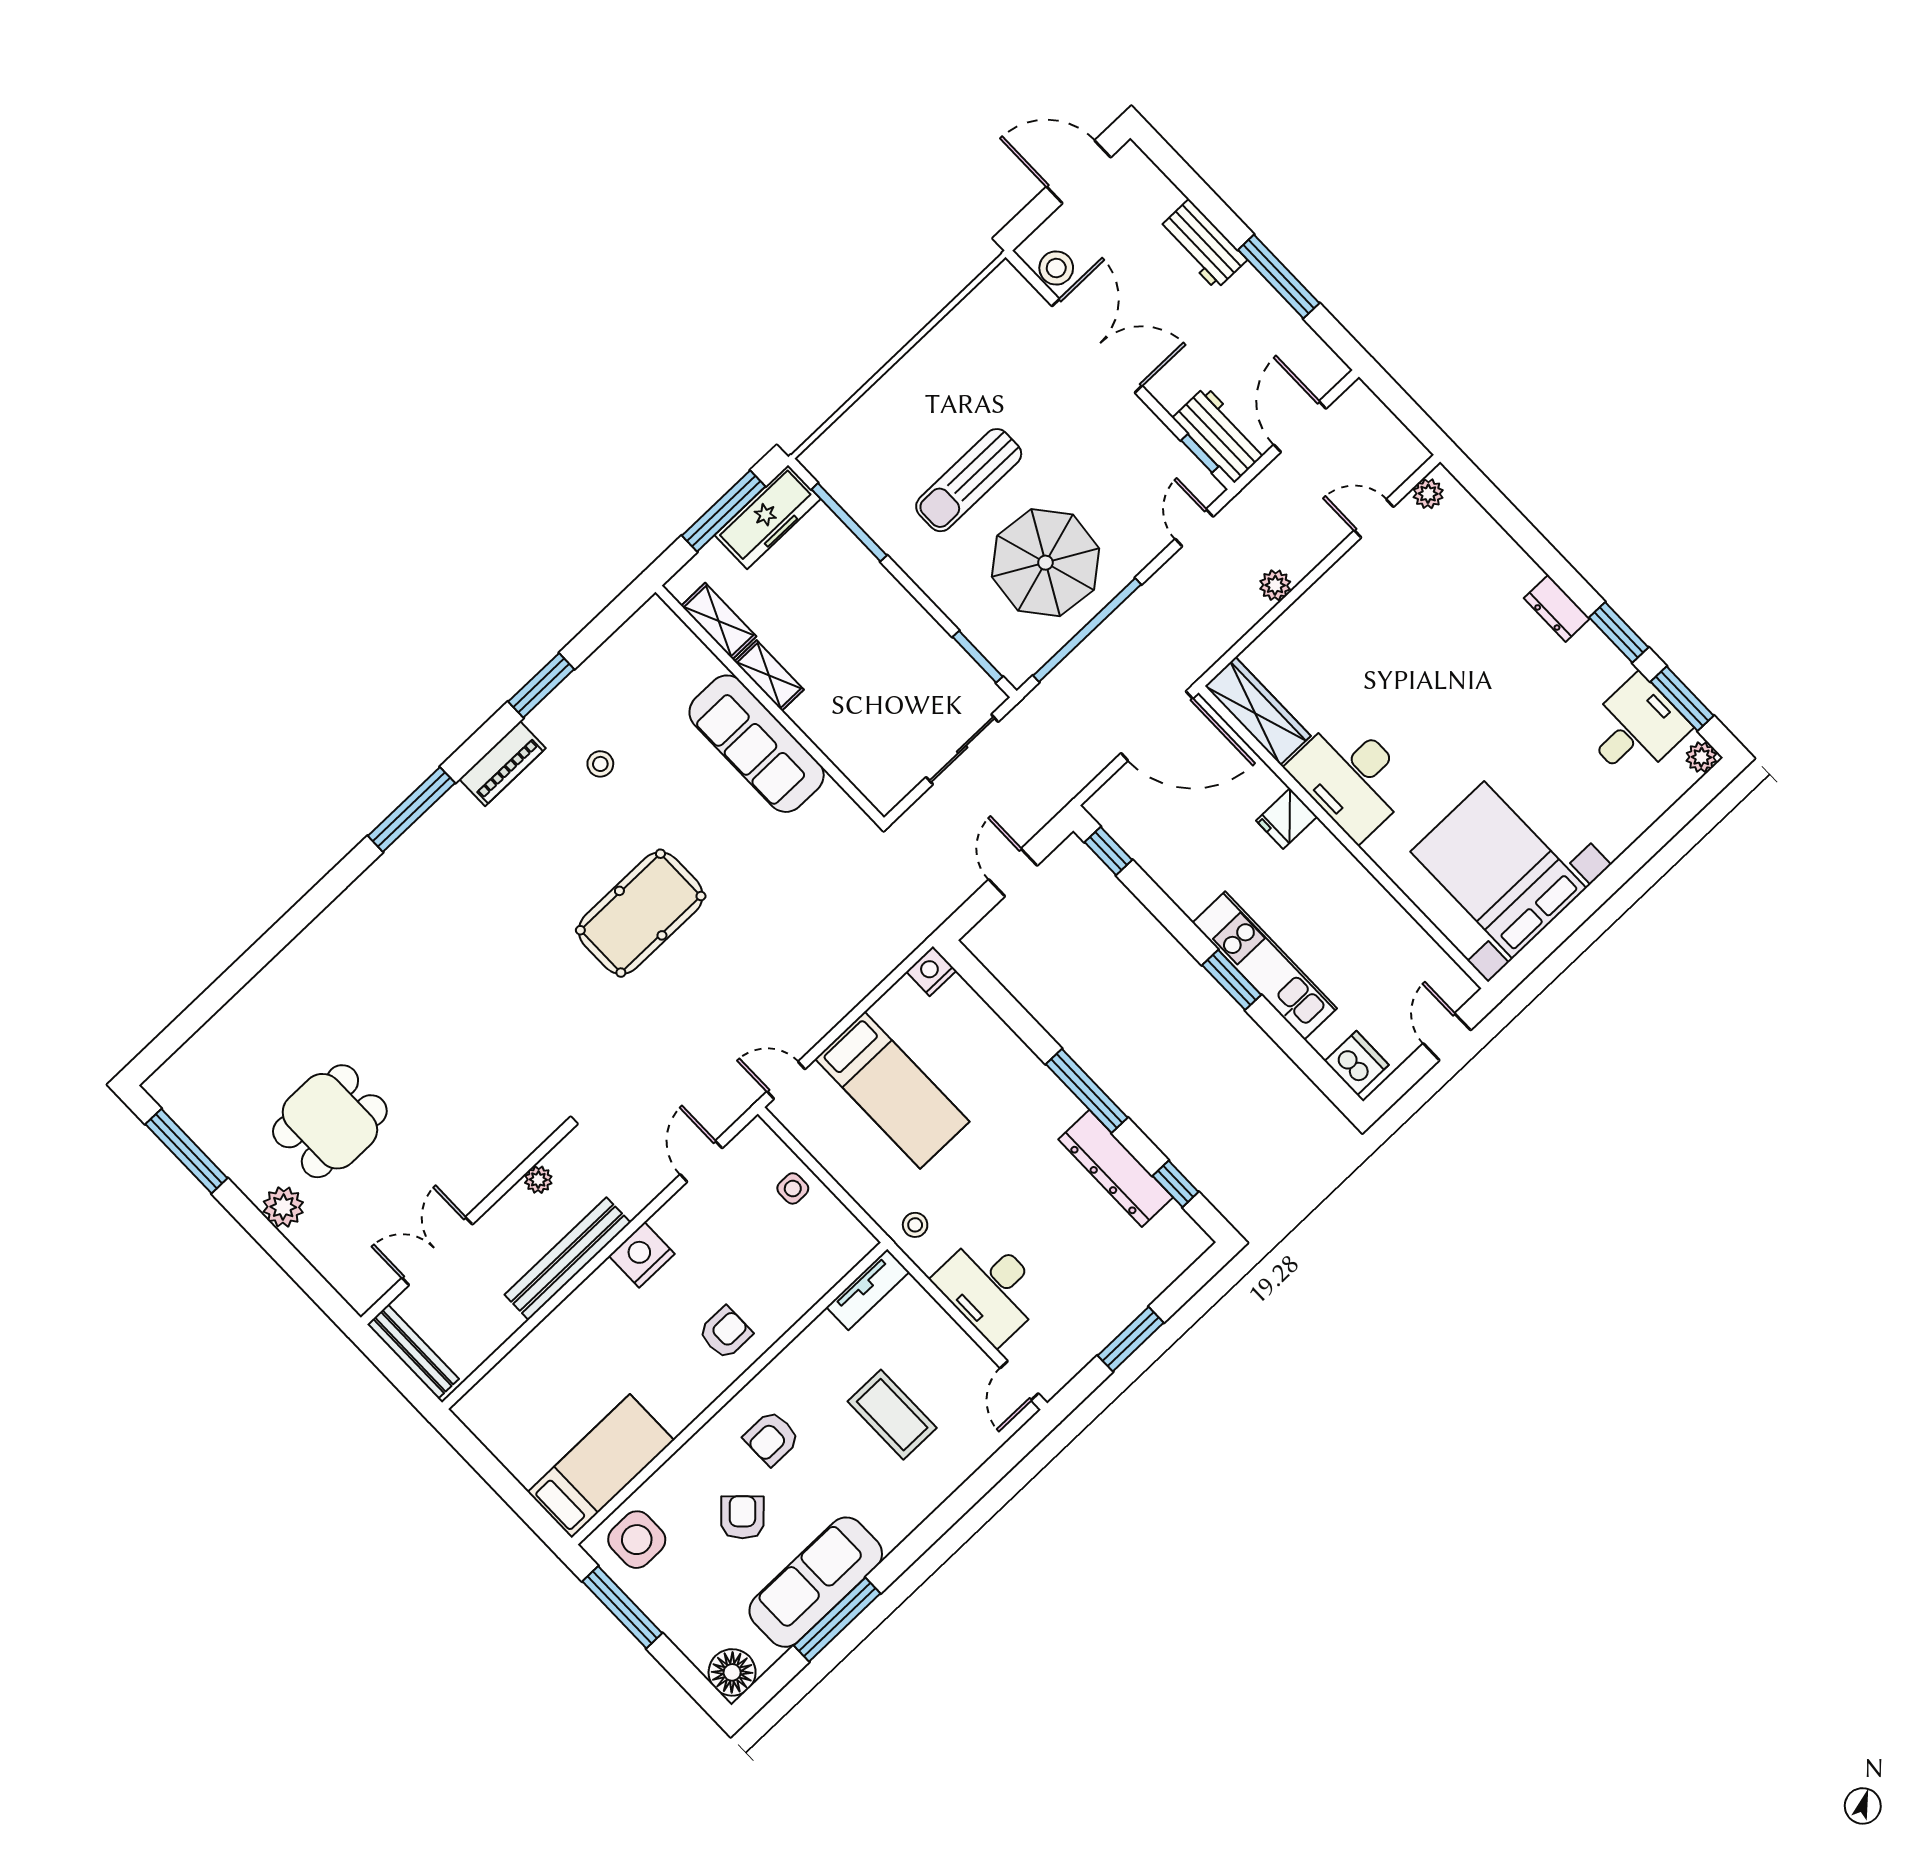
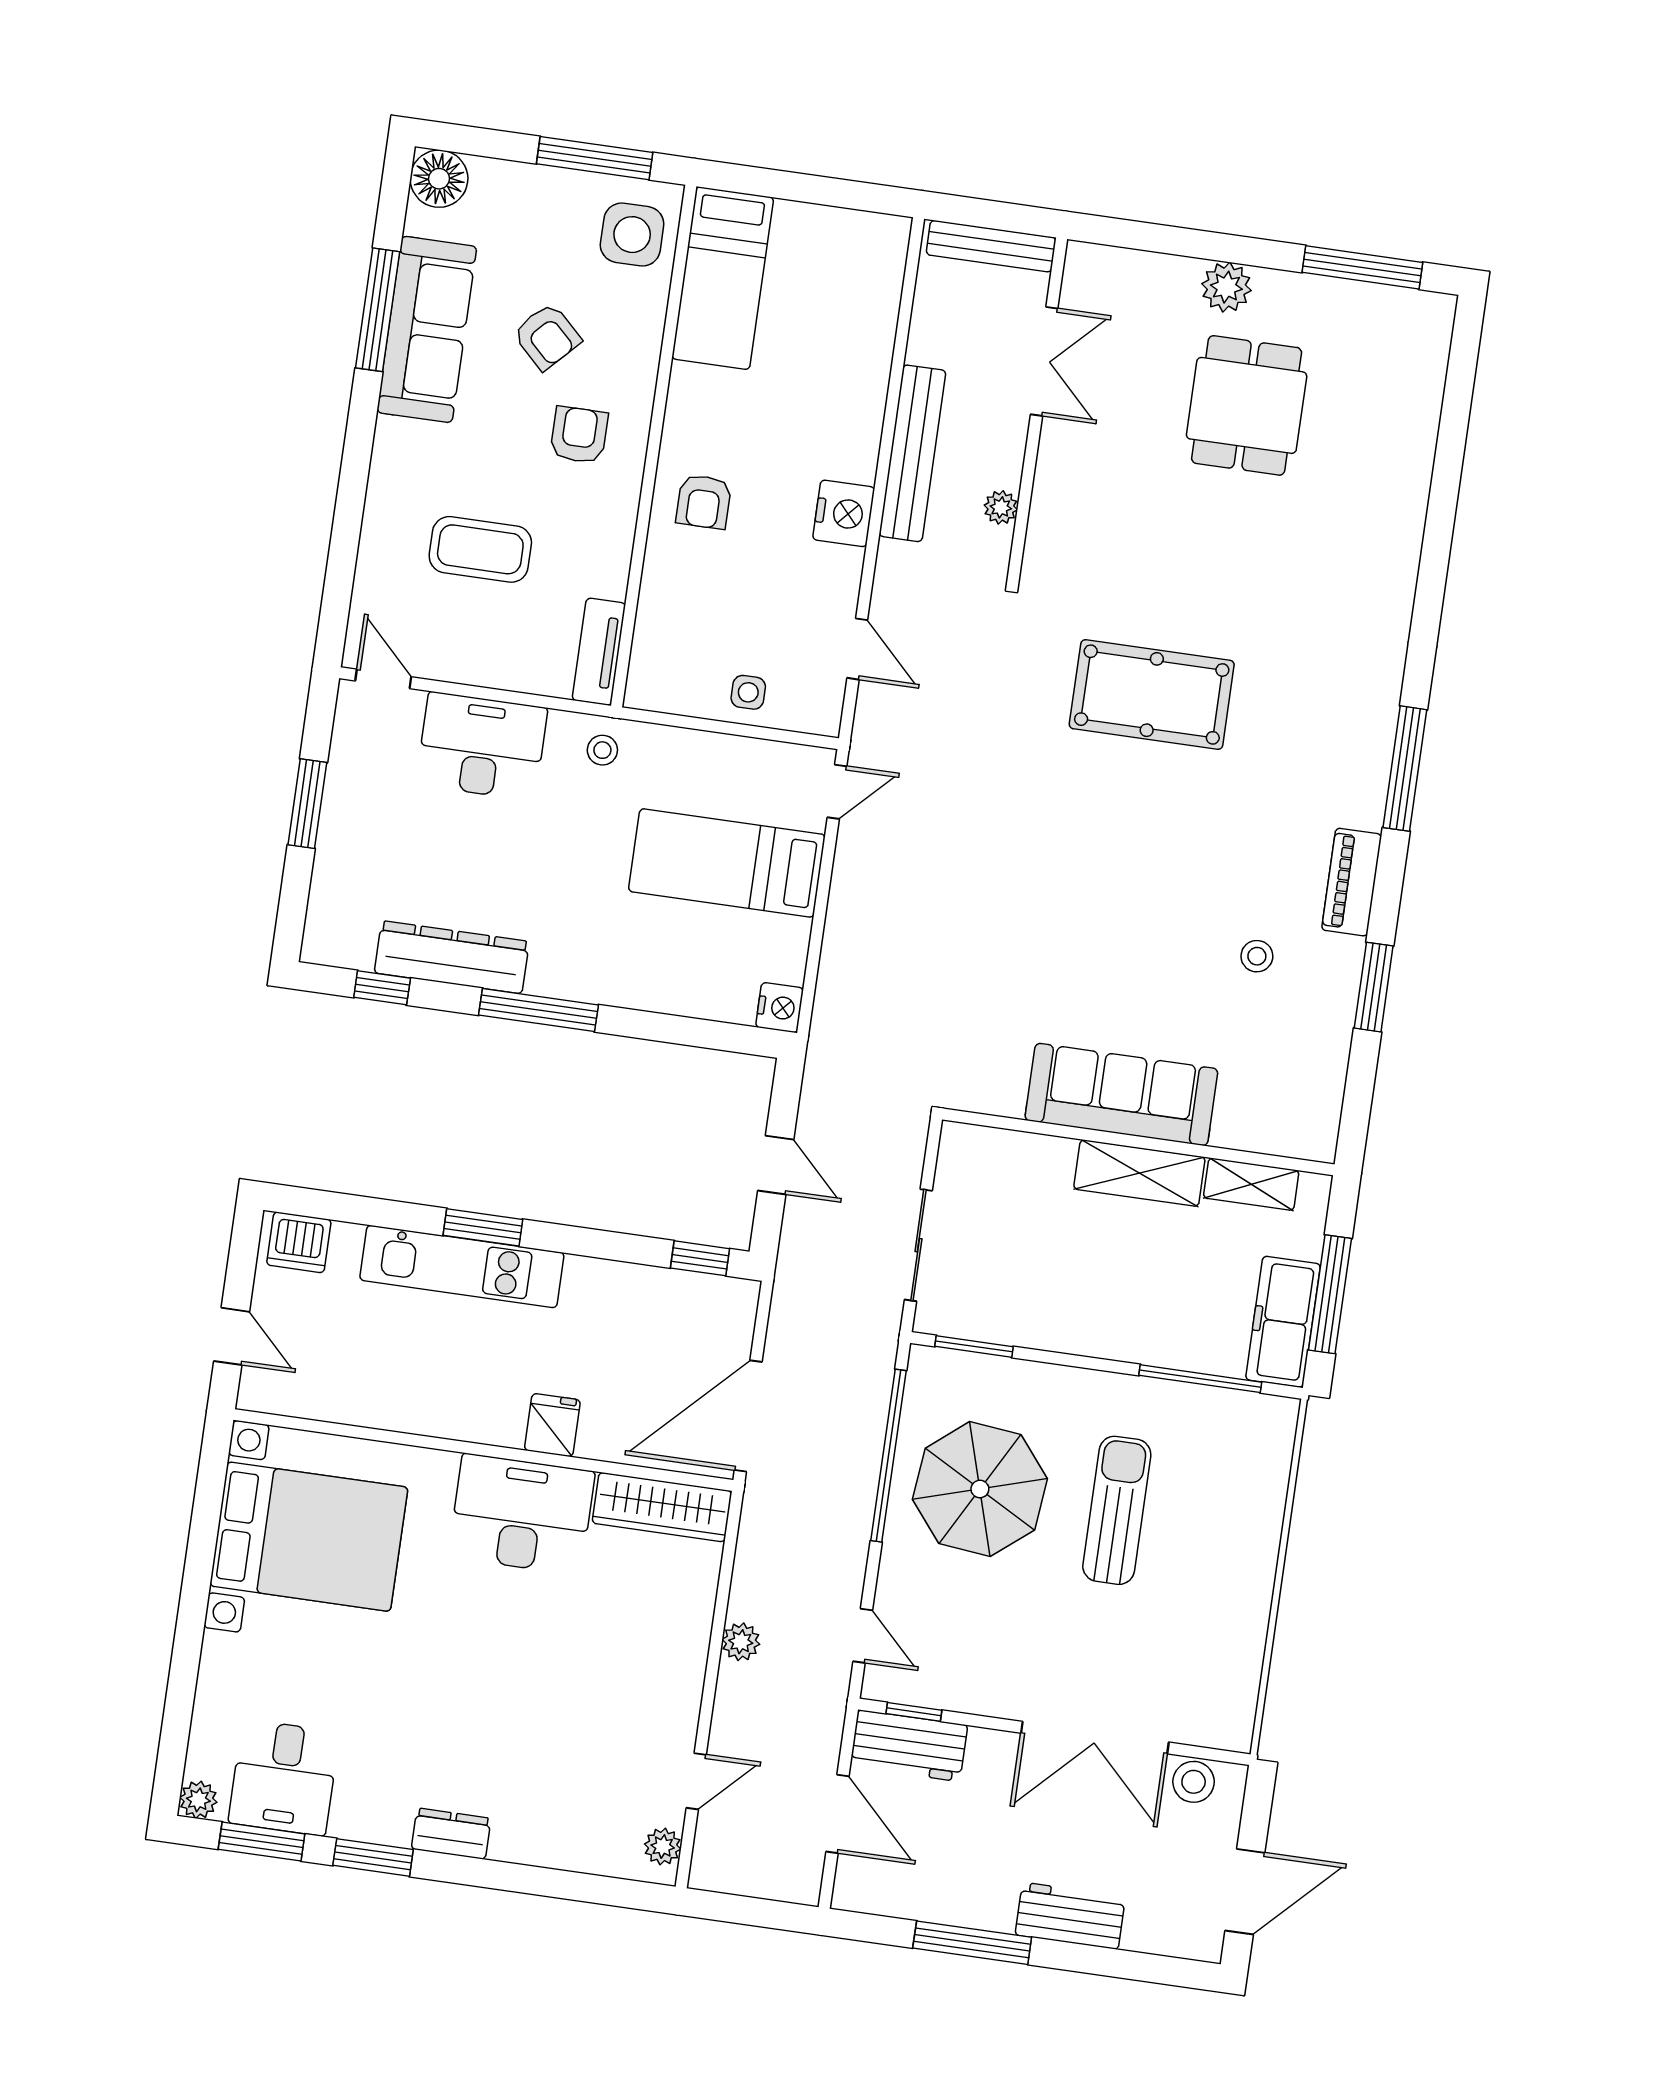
shelving: (769, 676) -> (1139, 1173), width x1.50, depth x1.33
pool table: (641, 913) -> (1152, 695), moved, turned 90

